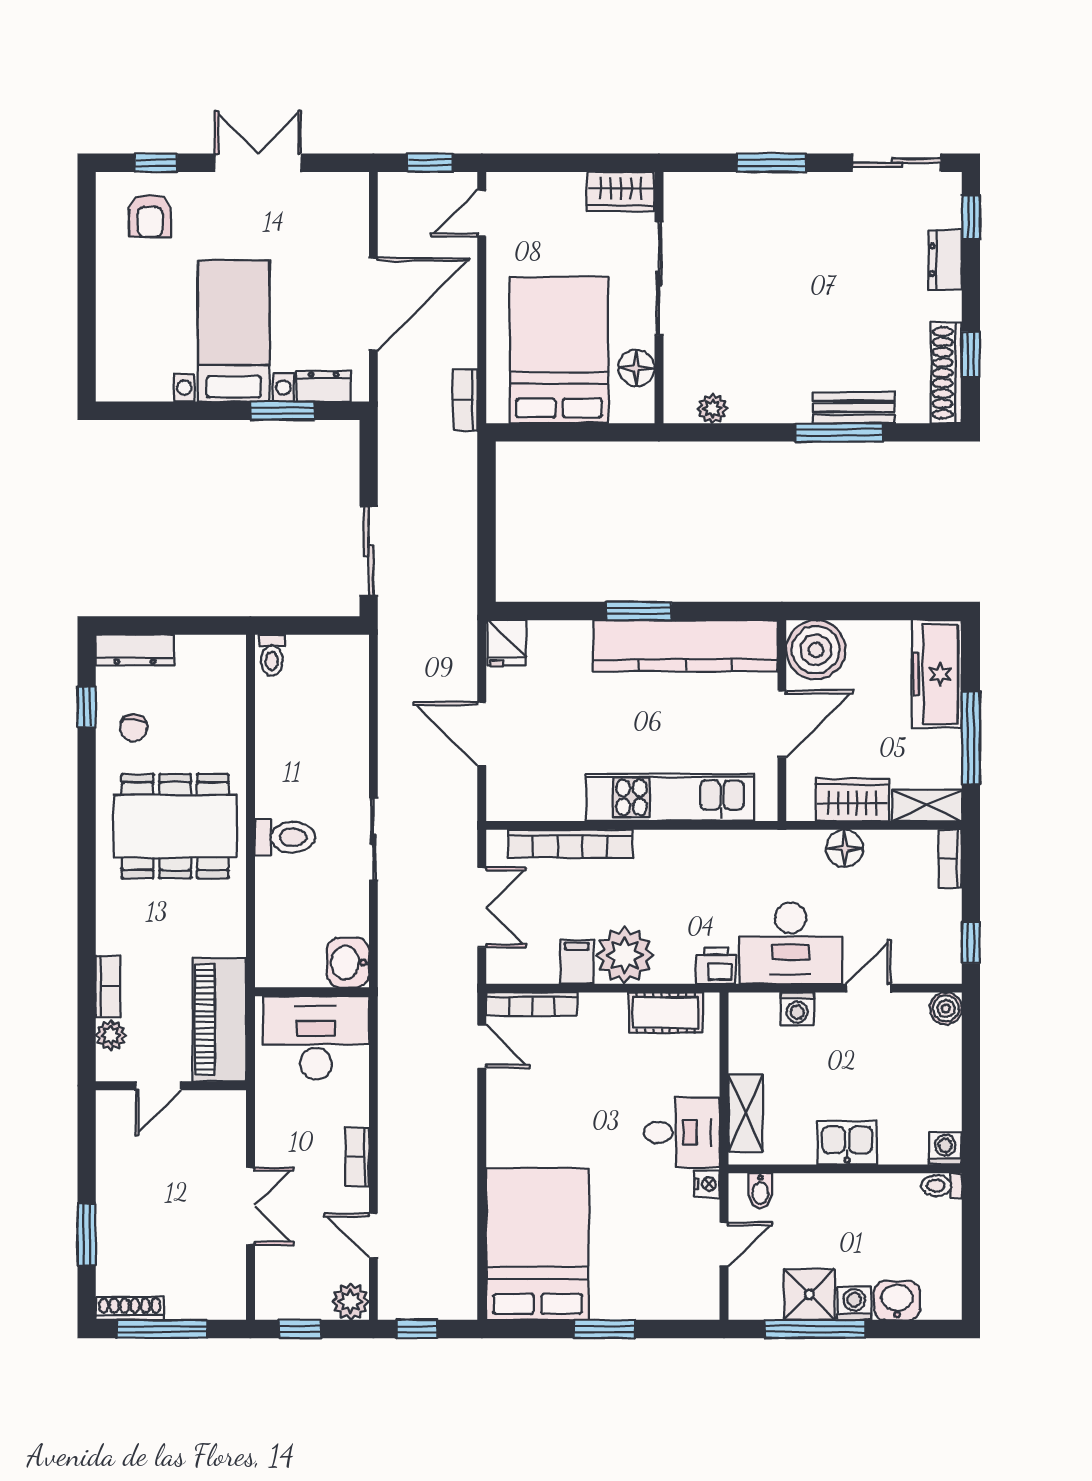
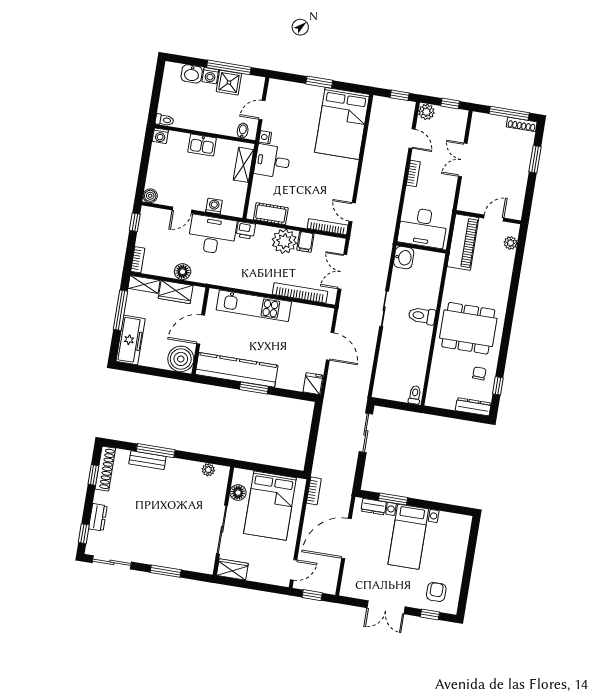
bookcase: (108, 986) -> (508, 264), removed

